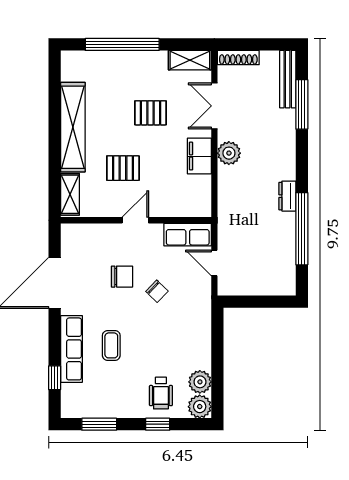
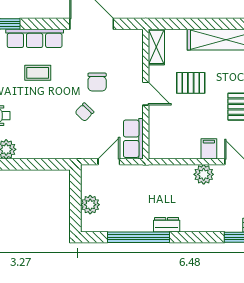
filing cabinet: (199, 156) -> (209, 149), width x0.50
pallet: (123, 168) -> (191, 83), turned 90
shelving: (70, 194) -> (156, 47), moved, turned 90
plant: (264, 285) -> (90, 205), added

